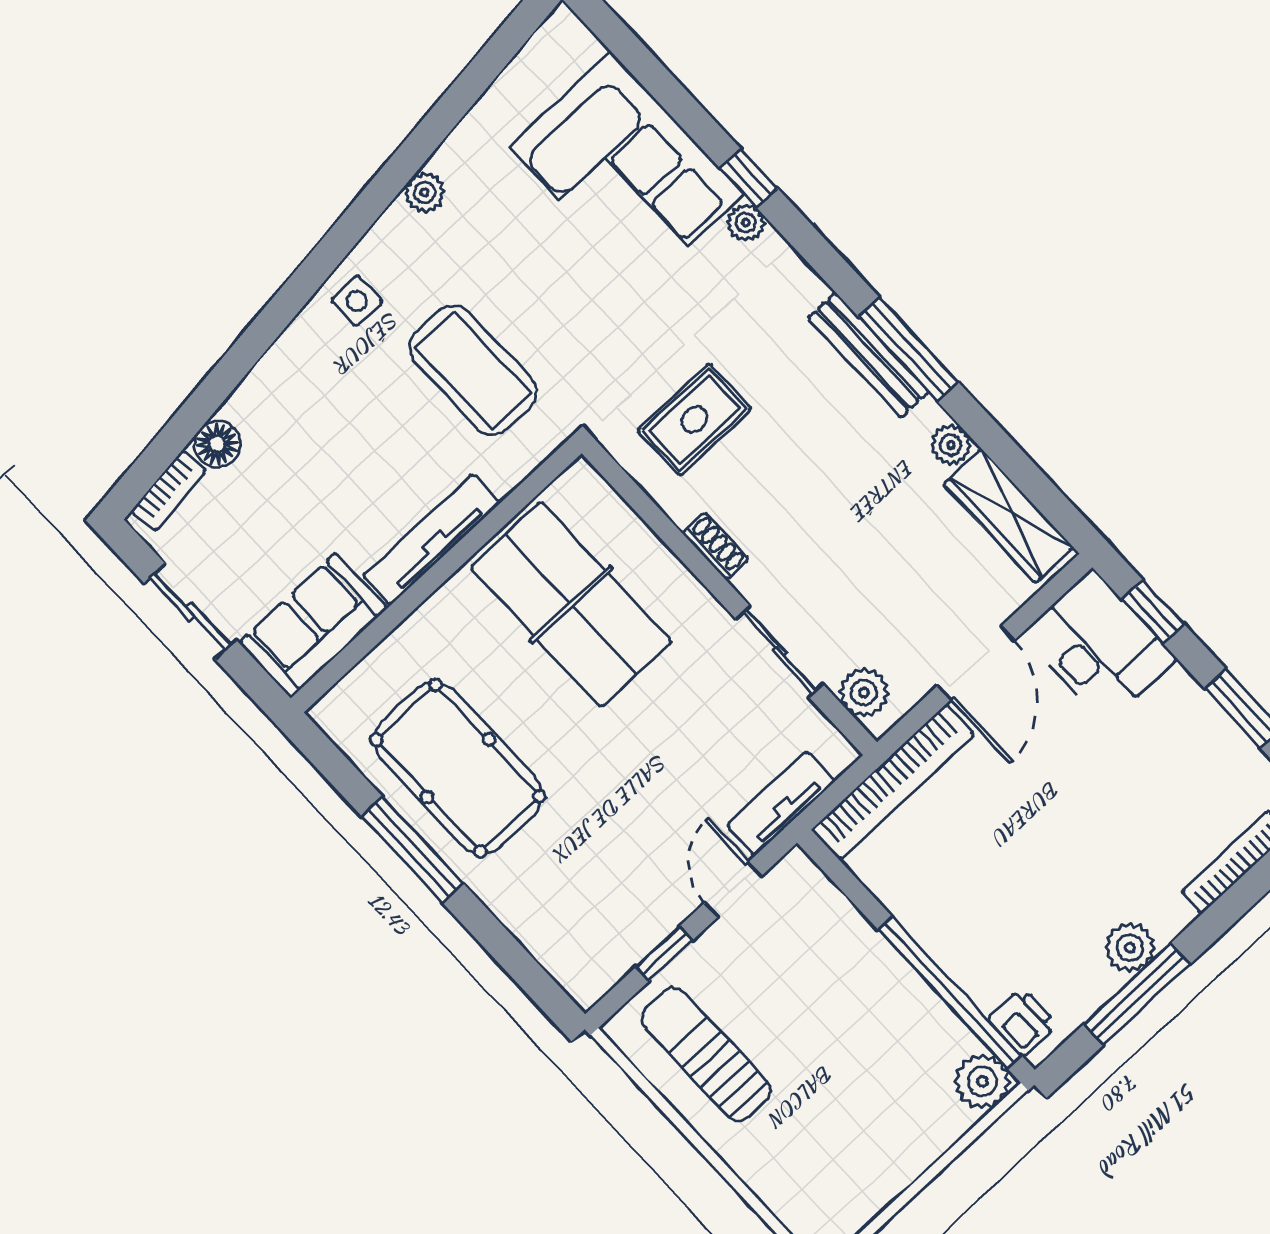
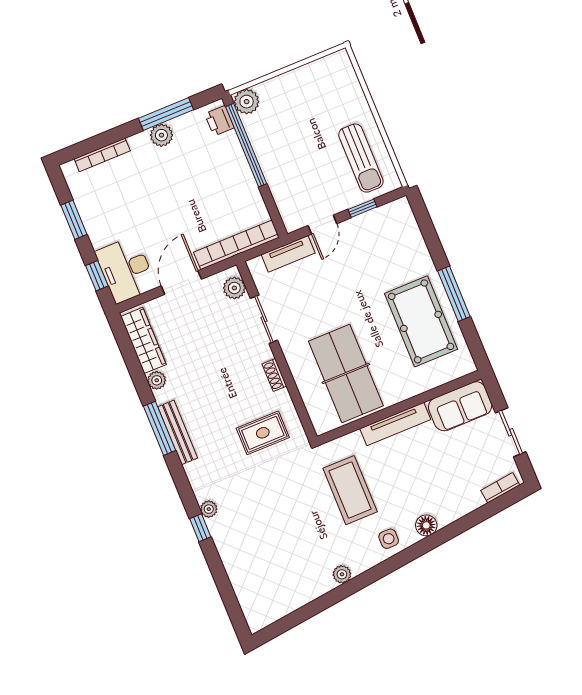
corner sofa: (626, 170) -> (252, 551), removed
floor lamp: (217, 444) -> (426, 525), moved

